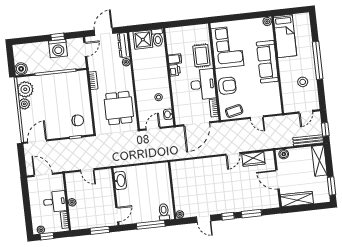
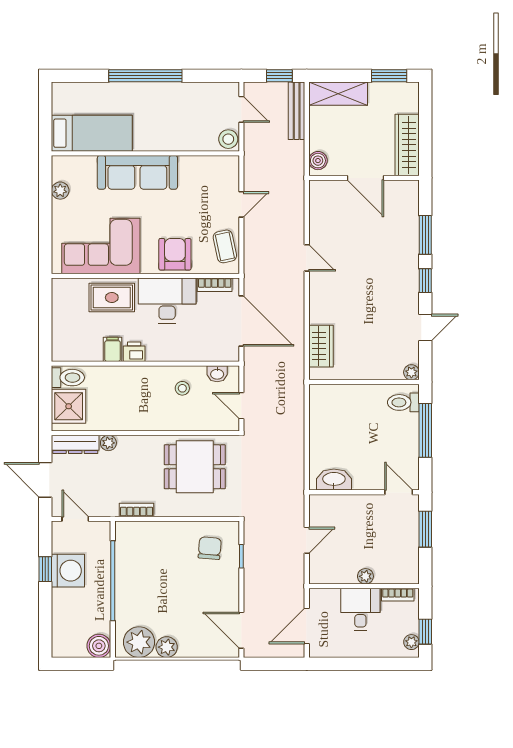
plant: (267, 21) -> (60, 191), moved
stool: (303, 82) -> (228, 139), moved
wardrobe: (253, 159) -> (321, 346), moved
door: (277, 180) -> (365, 178), hinge flipped

